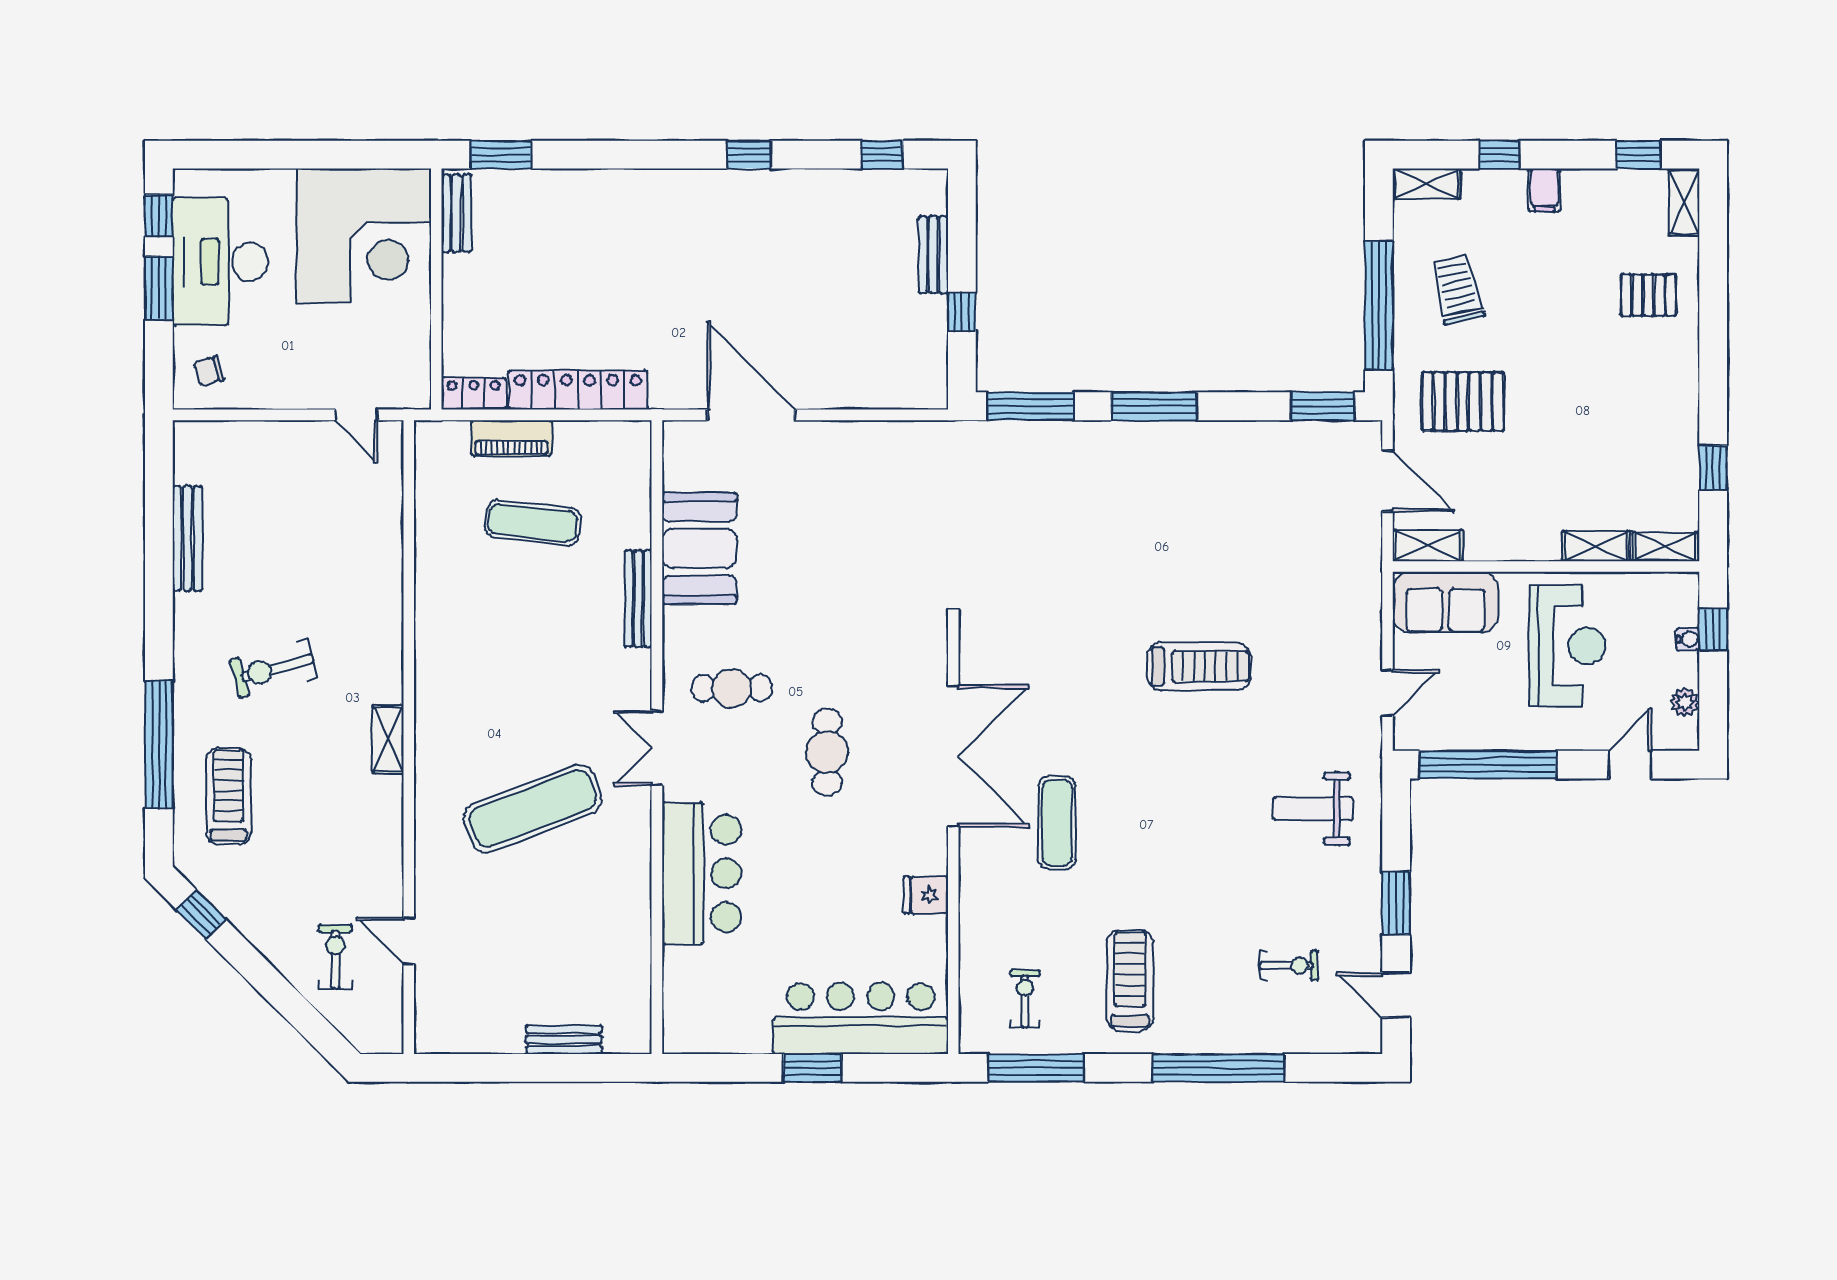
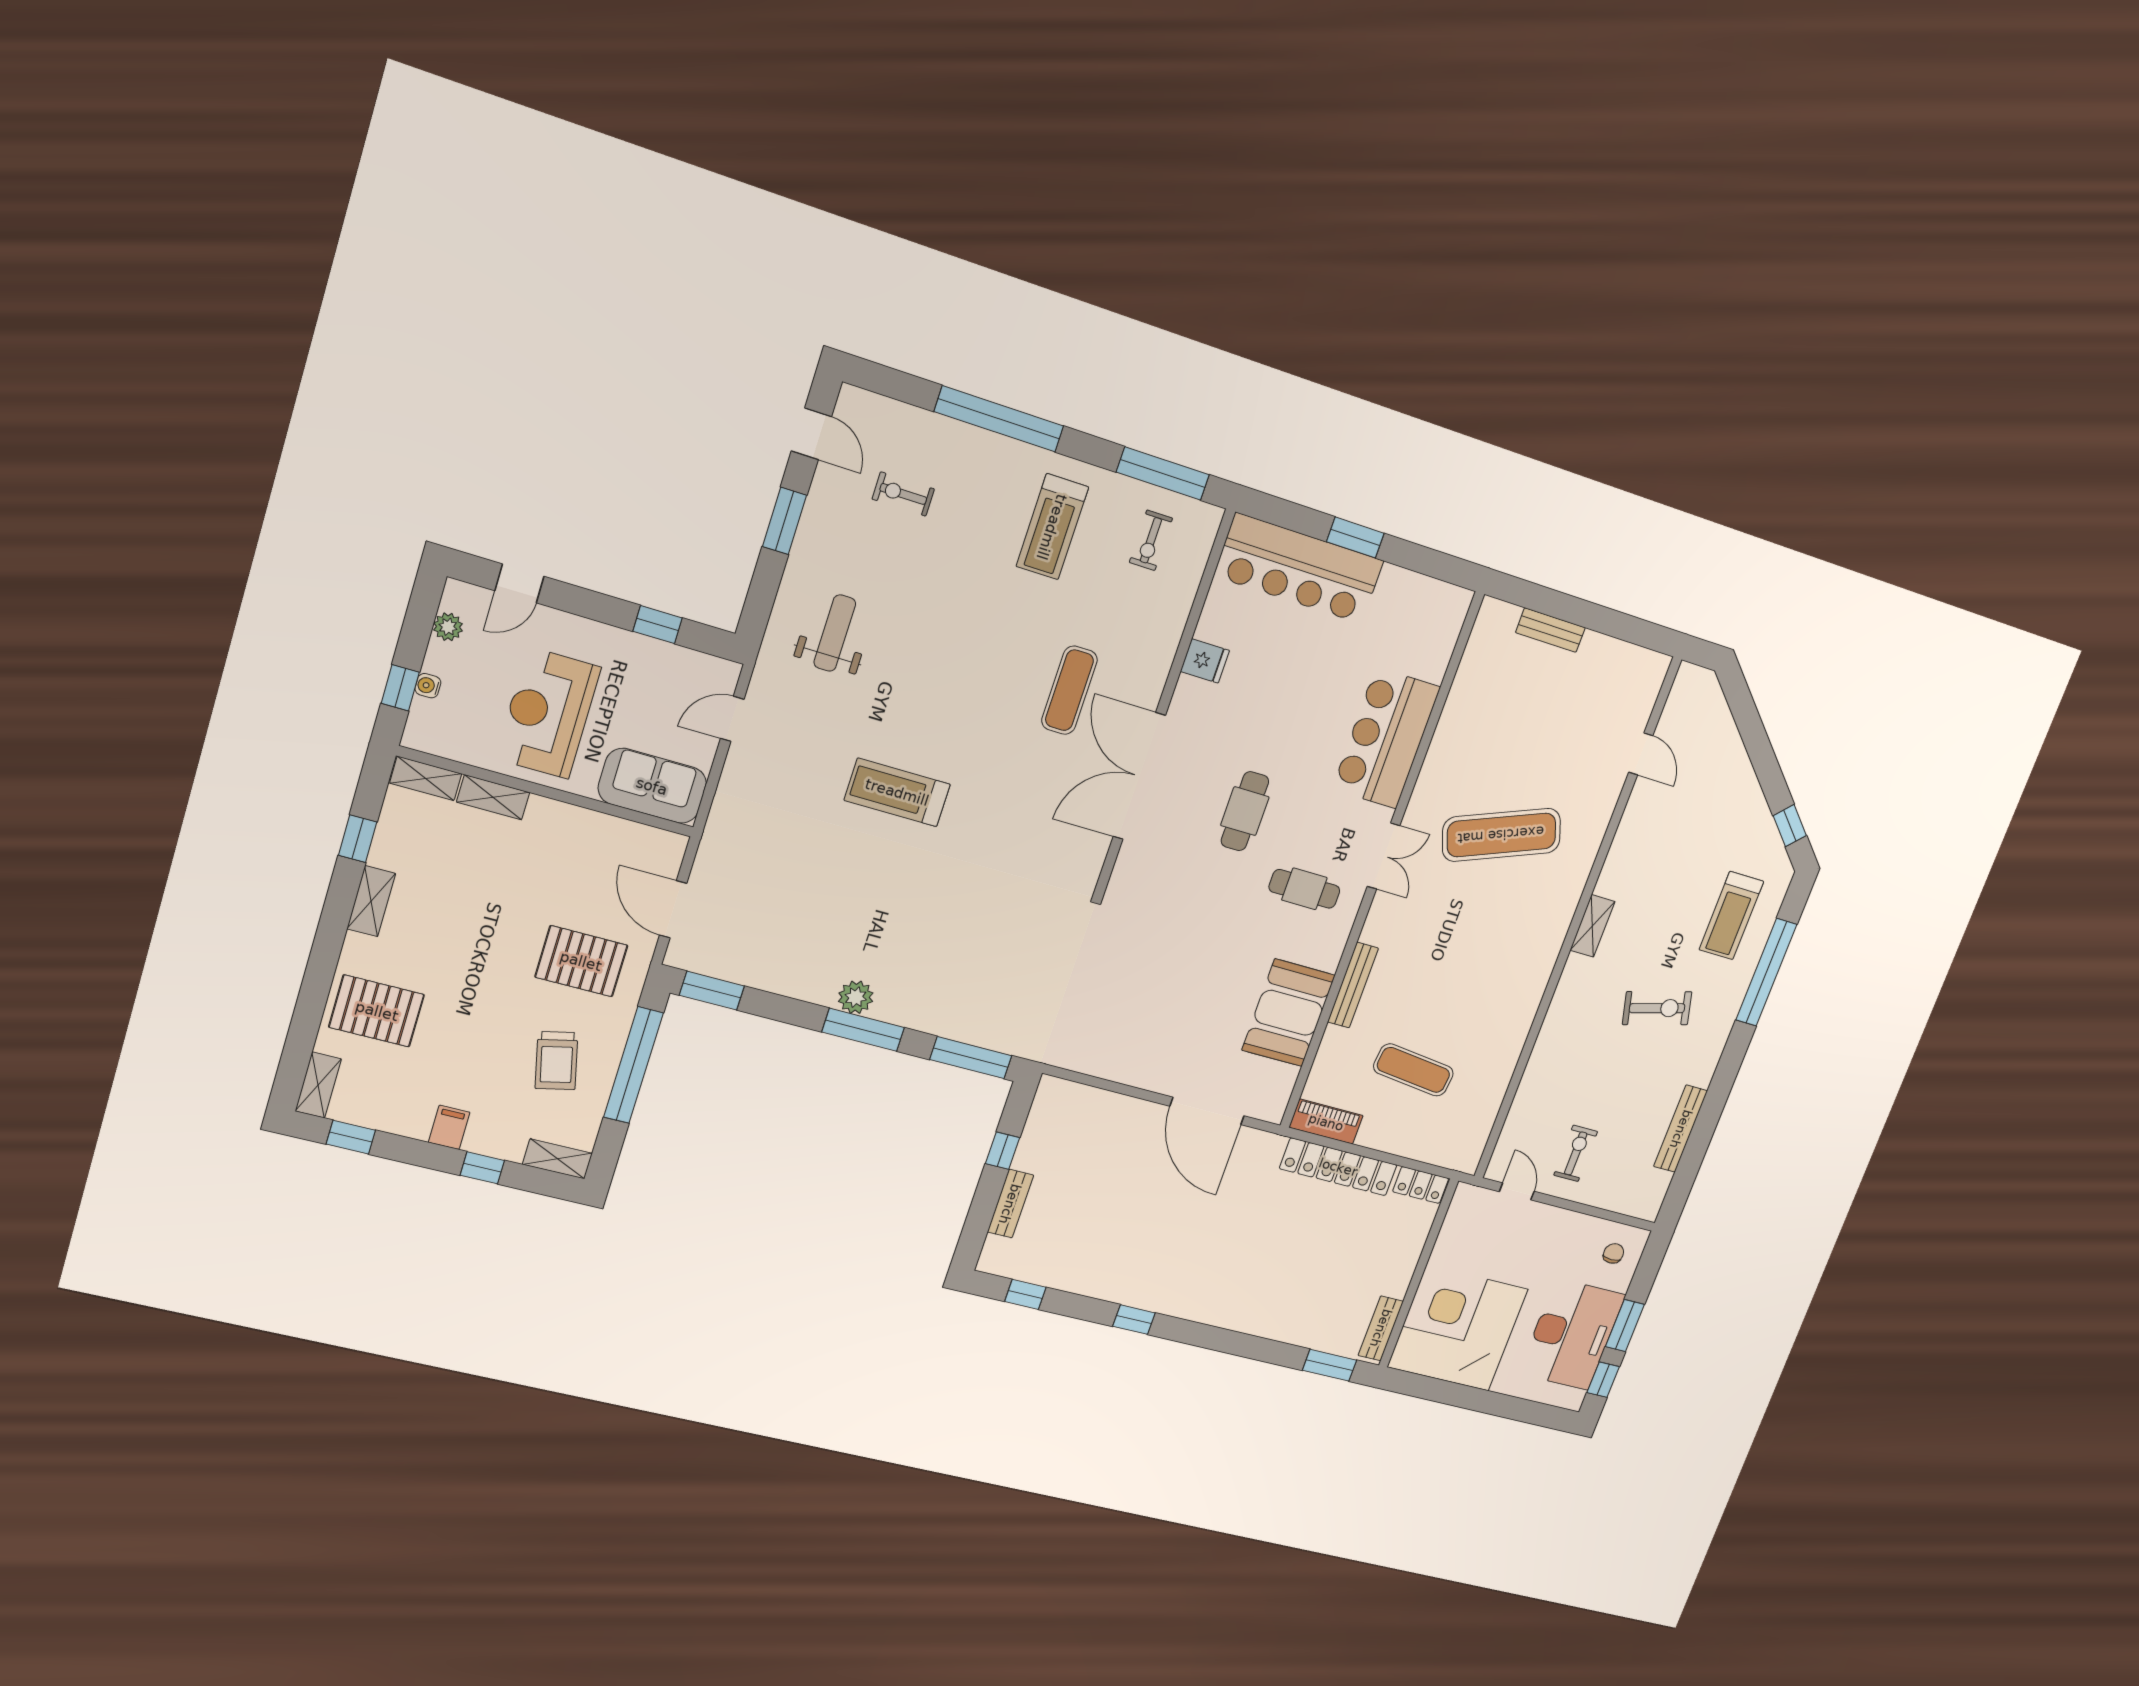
pallet: (1648, 295) -> (377, 1011), width x1.50, depth x1.42
chair: (209, 371) -> (1613, 1253), turned -74
piano: (511, 438) -> (1326, 1122), moved
plant: (1173, 439) -> (856, 997), added
shelving: (1428, 546) -> (371, 901), moved, turned 90
window: (1488, 765) -> (658, 625), width x0.32
weight bench: (1313, 809) -> (835, 633), turned -90
exercise bike: (335, 957) -> (1576, 1153), moved, turned 180

